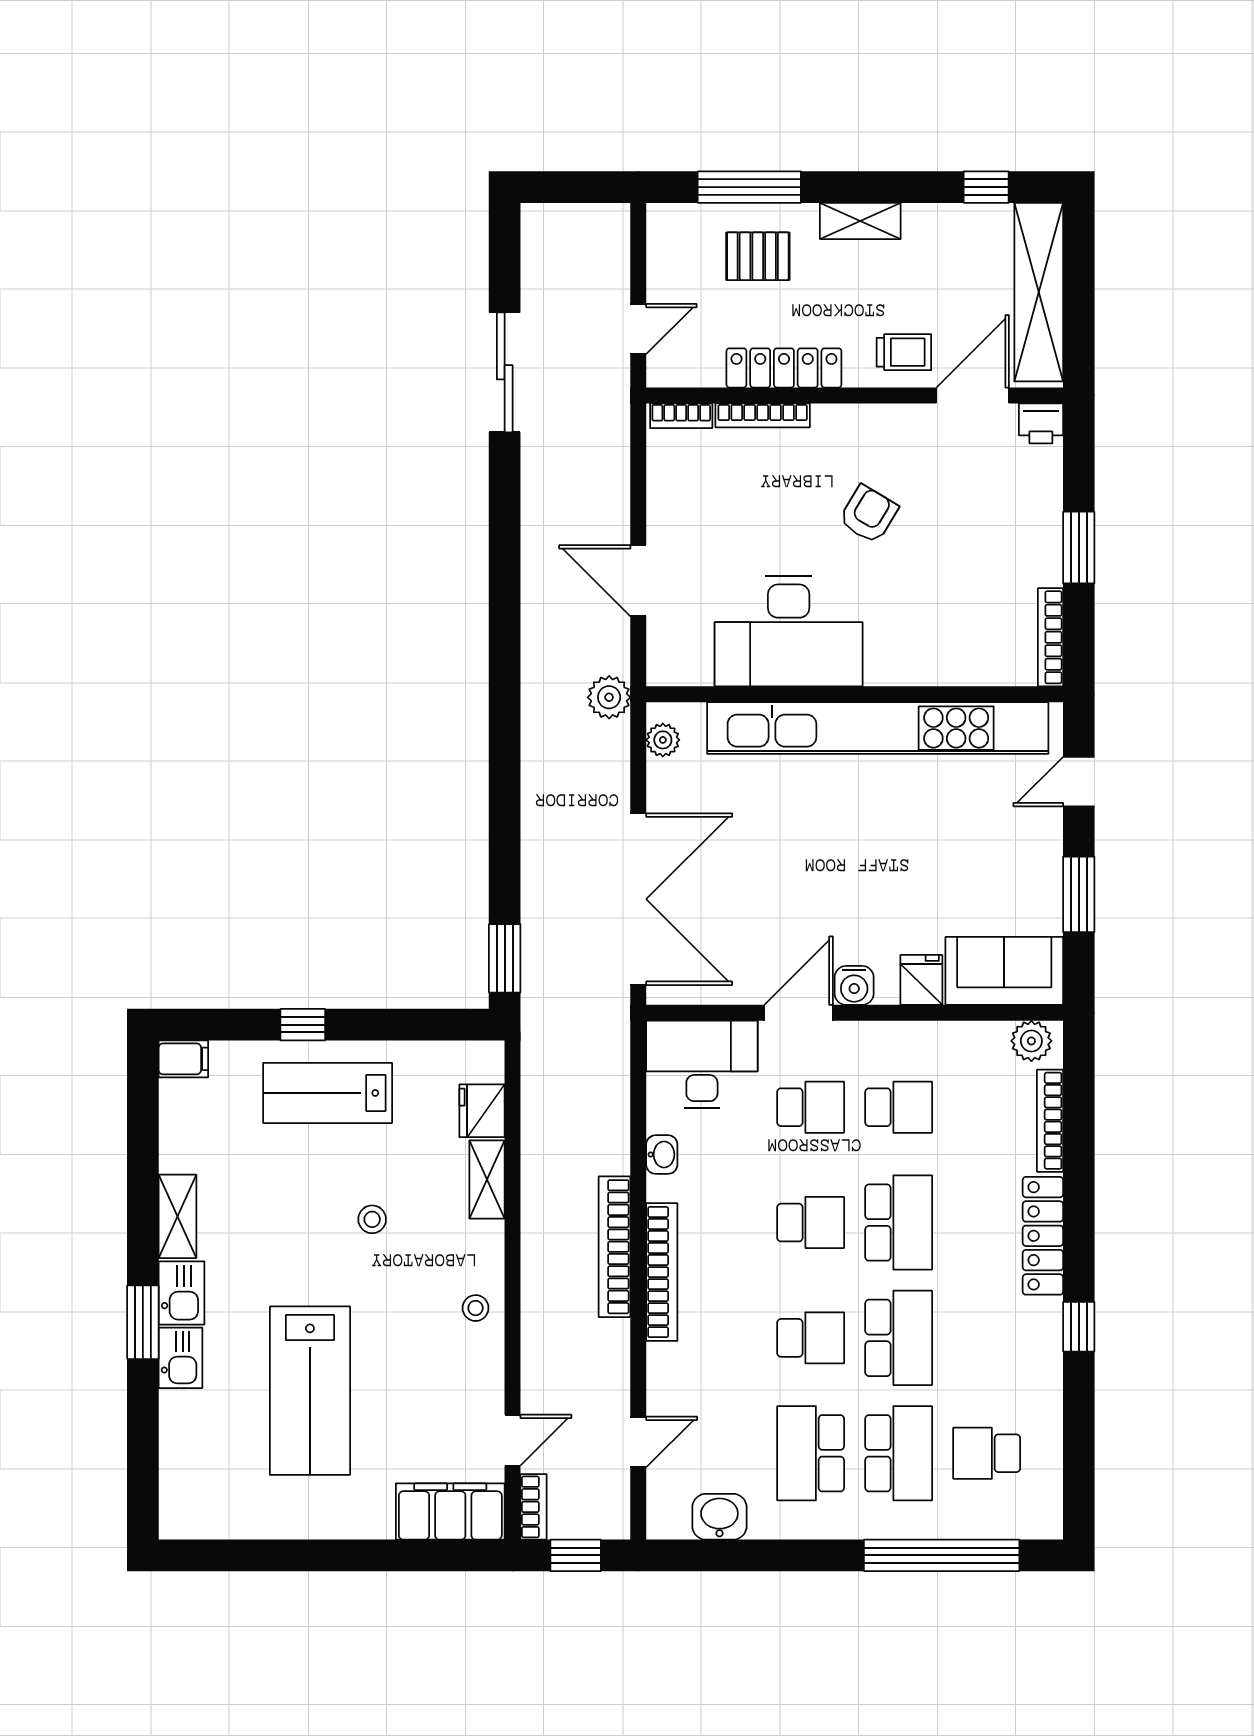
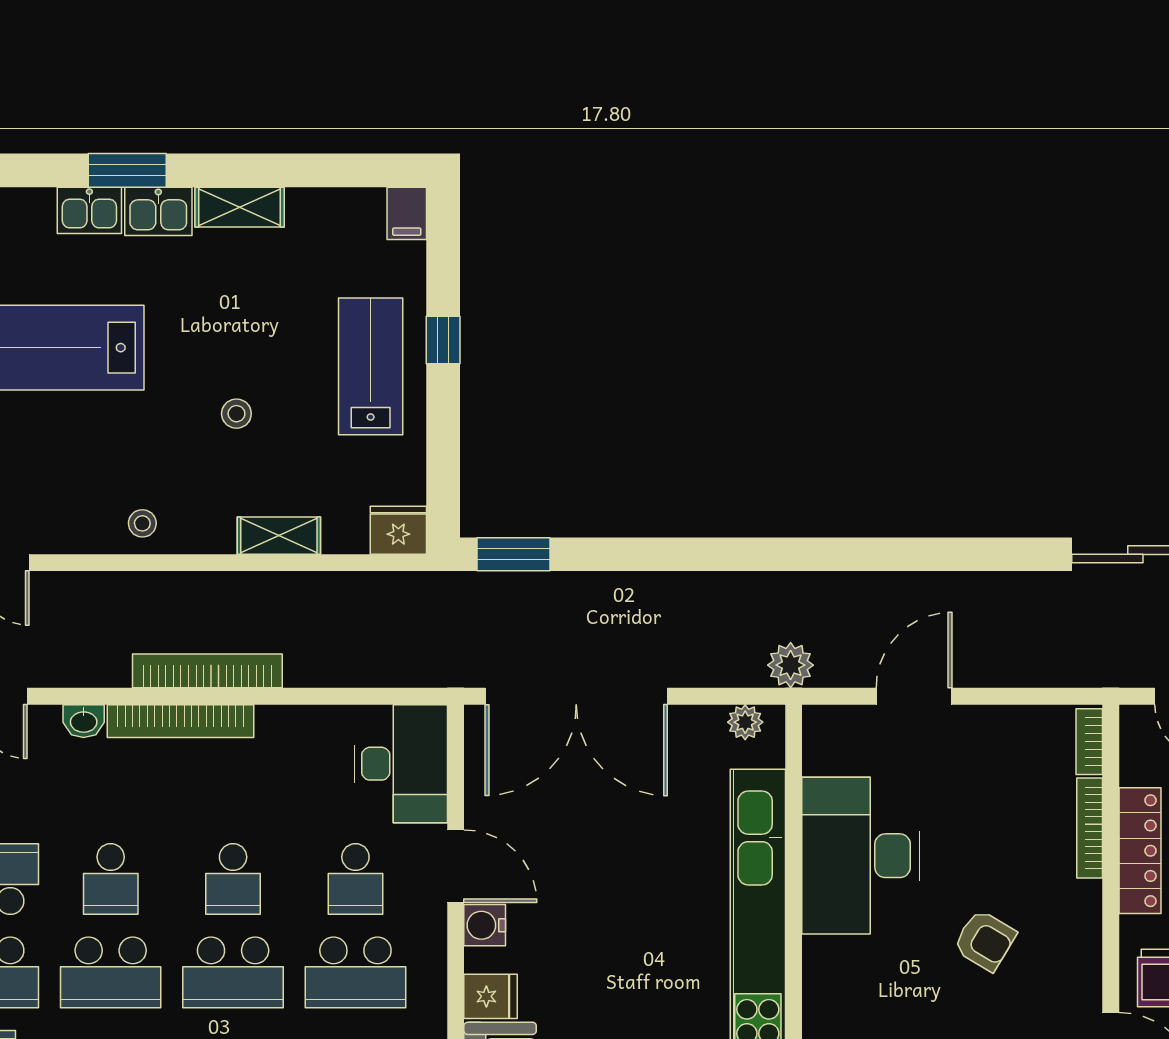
school desk: (899, 1107) -> (355, 972), width x1.85
fridge: (482, 1111) -> (398, 530), moved
washbasin: (662, 1155) -> (84, 721), moved

